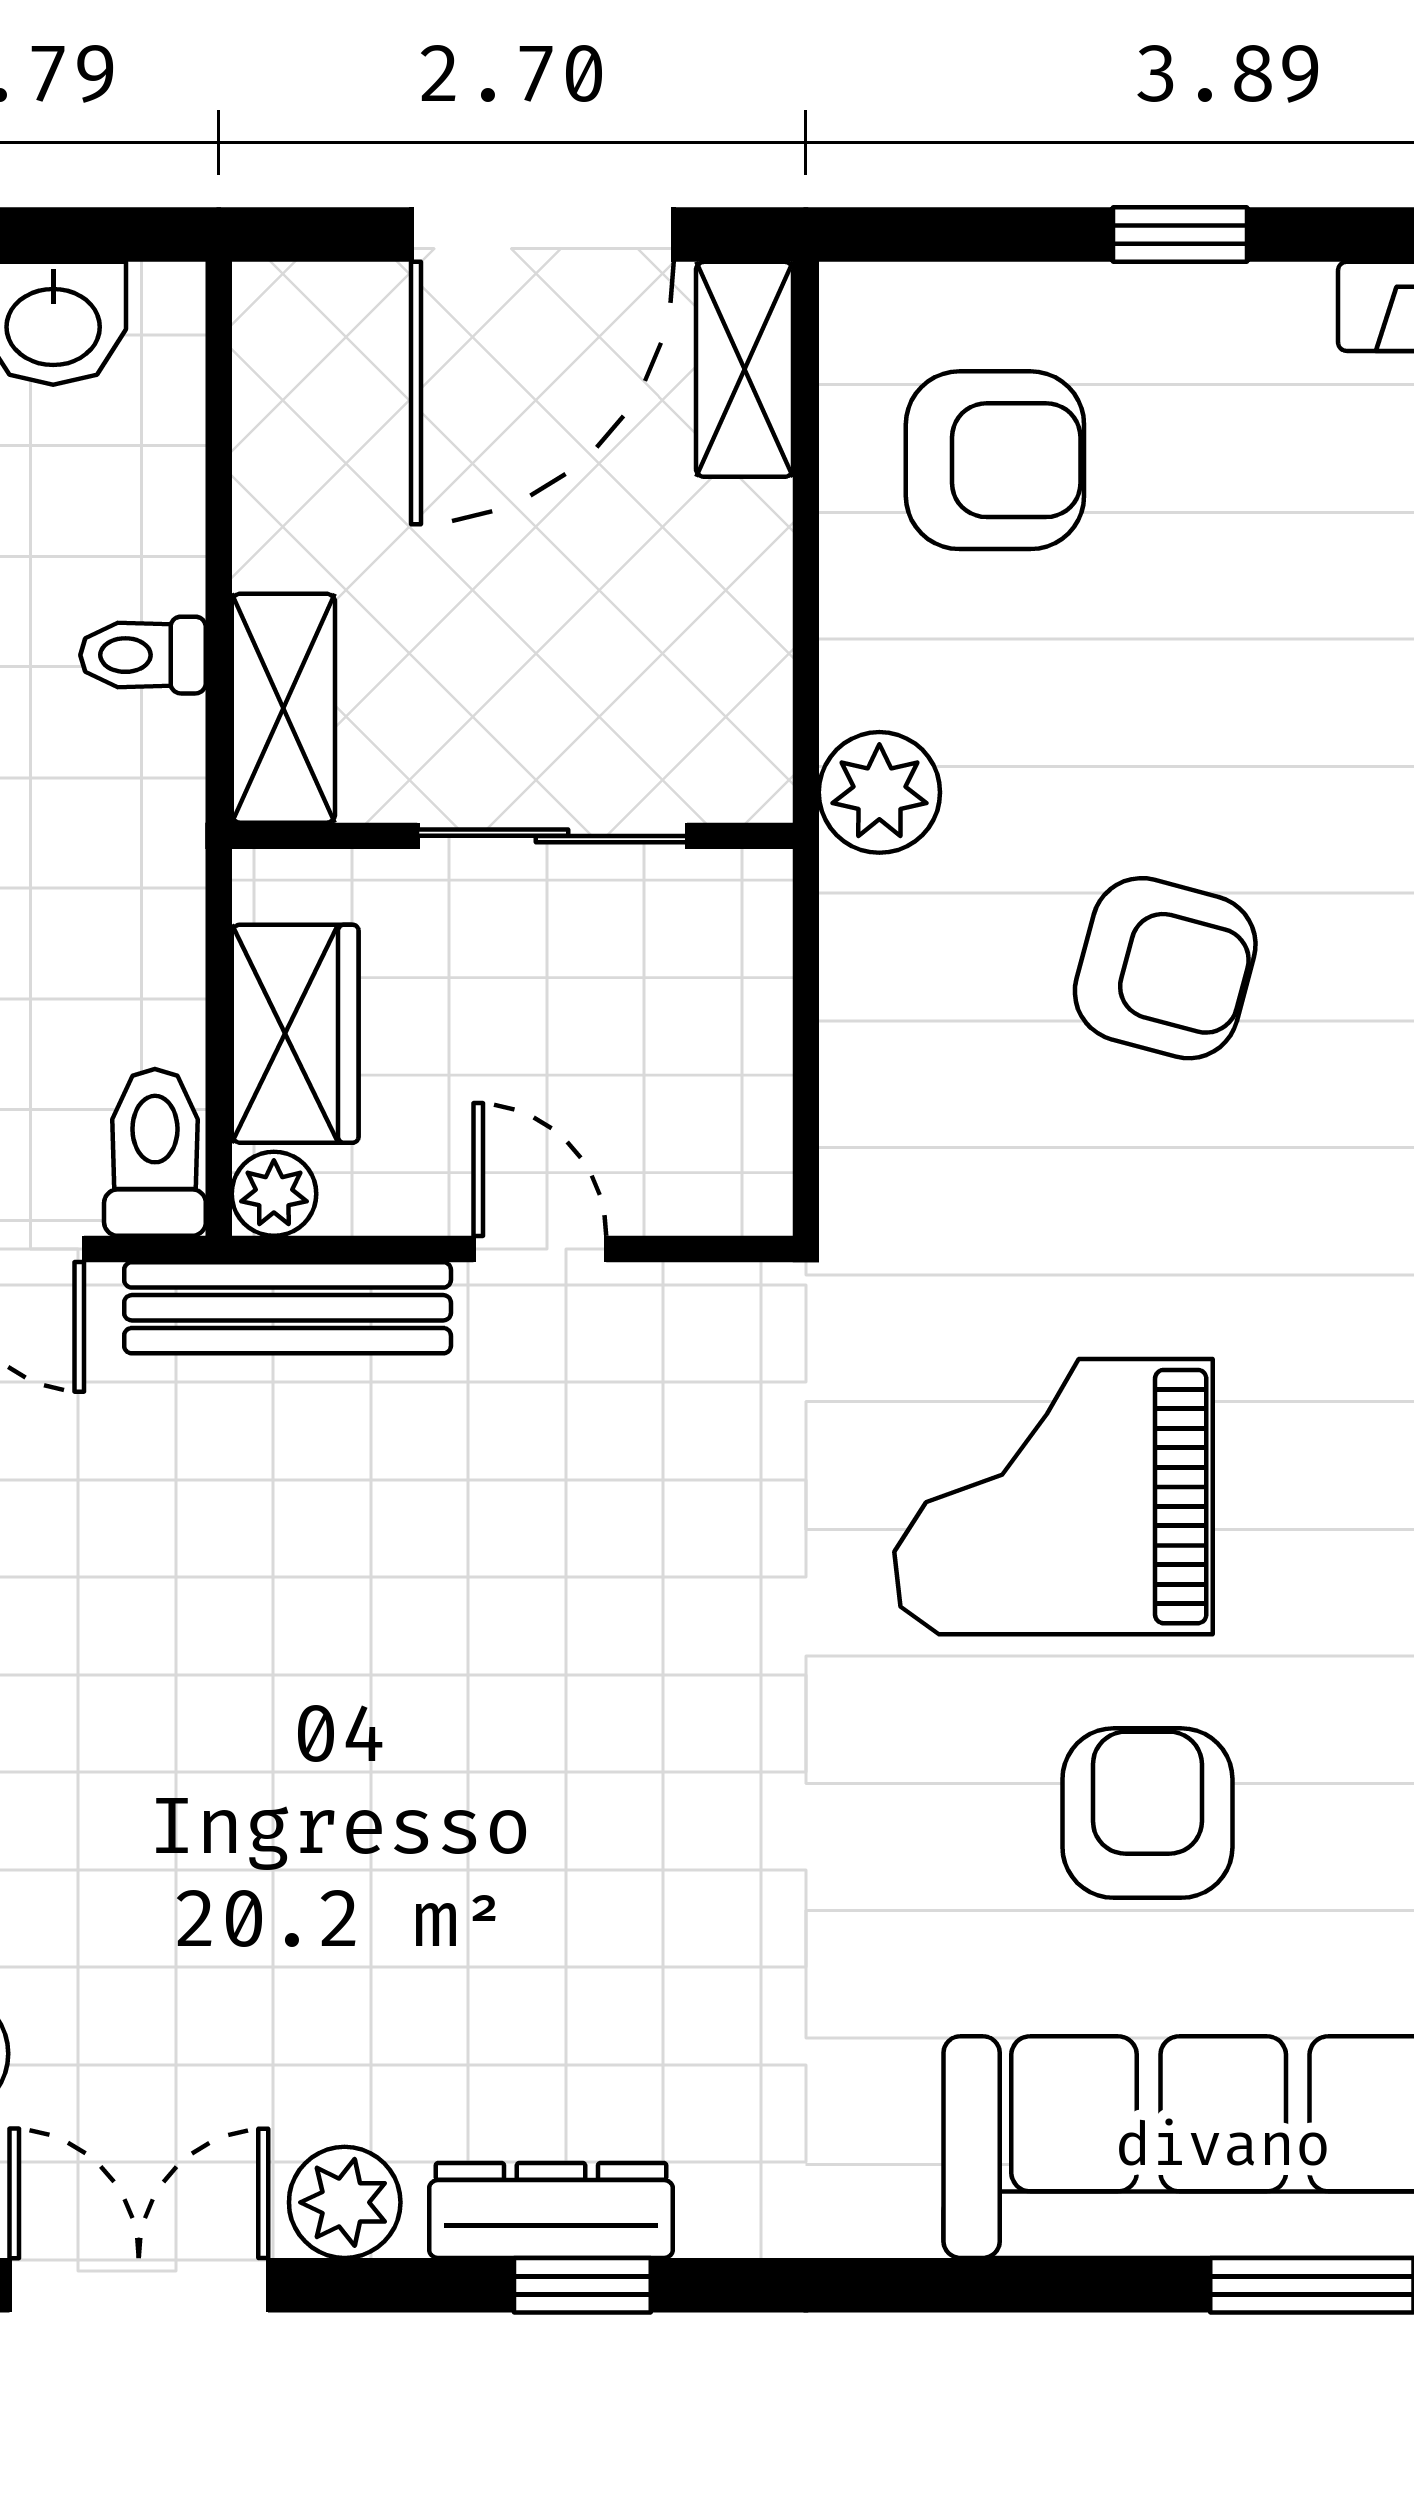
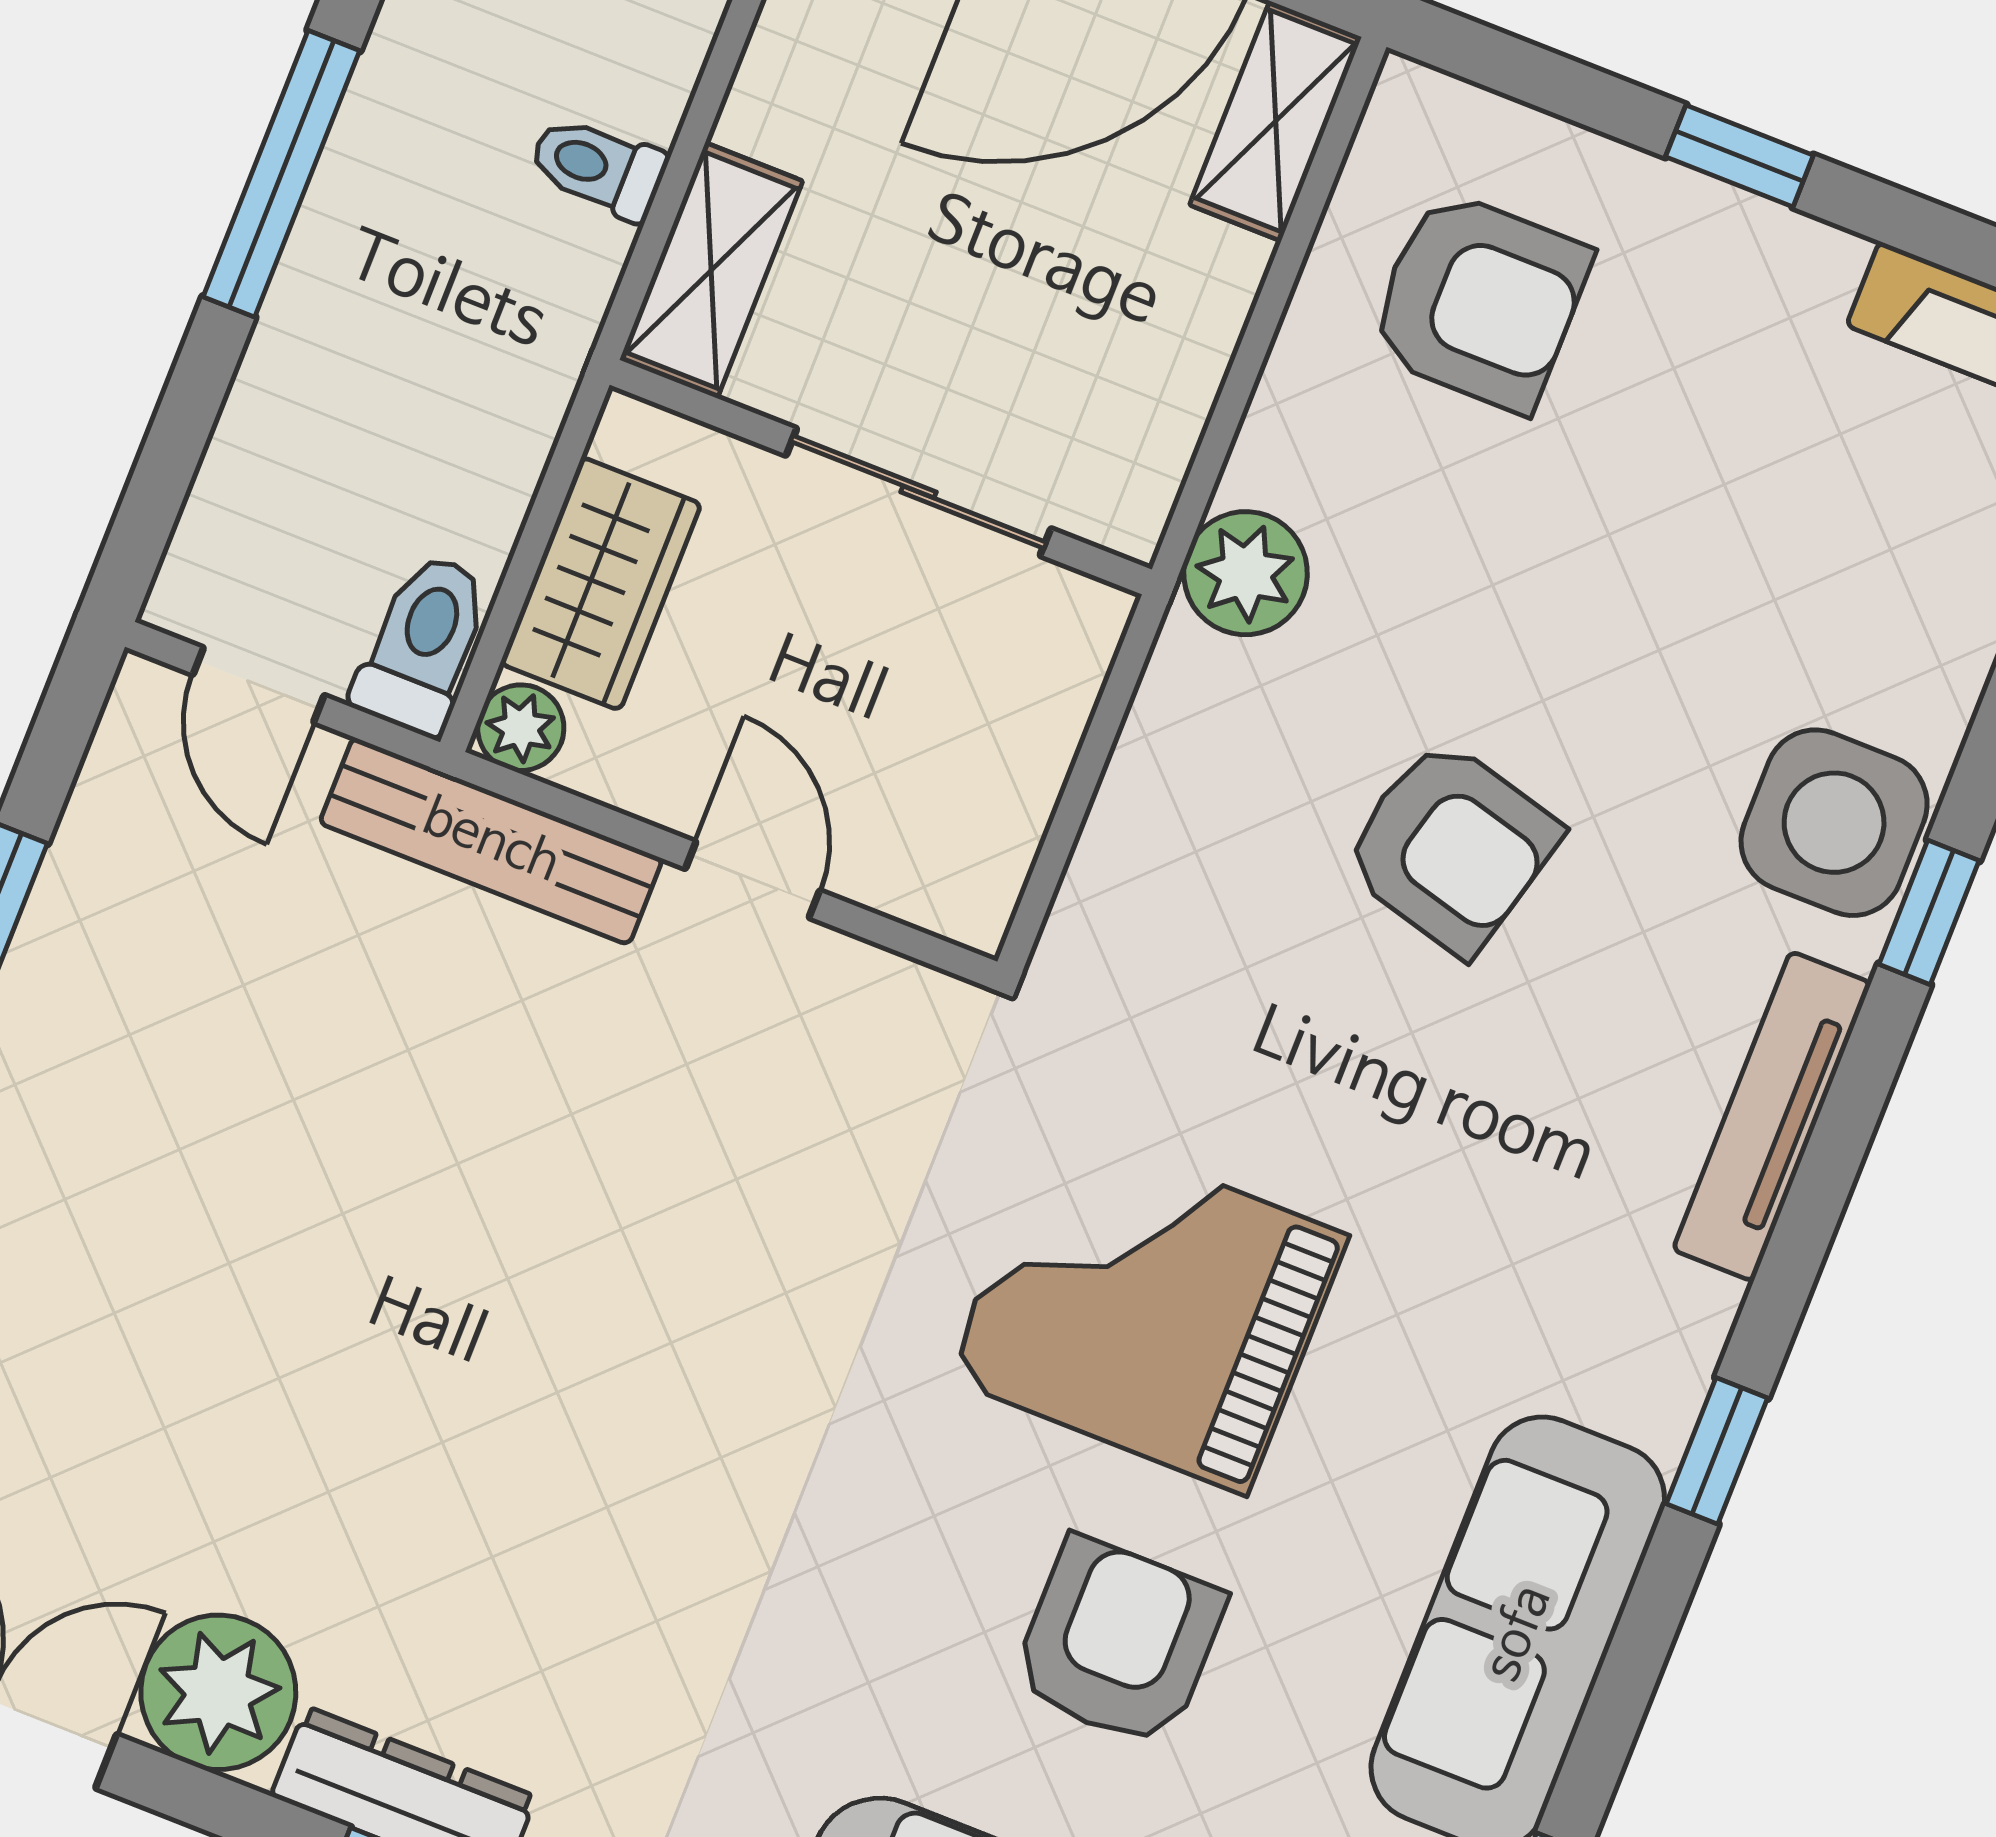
plant: (345, 2202) -> (218, 1692), width x1.36, depth x1.36

